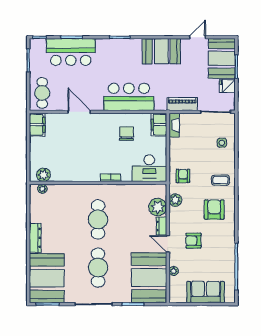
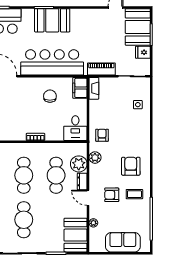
booth: (161, 51) -> (52, 20), moved
bar counter: (129, 97) -> (52, 62), width x1.36
desk: (149, 168) -> (75, 128), width x0.73
coffee table: (220, 180) -> (134, 194), moved
cafe table: (133, 219) -> (56, 175), added
booth: (149, 278) -> (76, 235), width x0.73, depth x0.70

